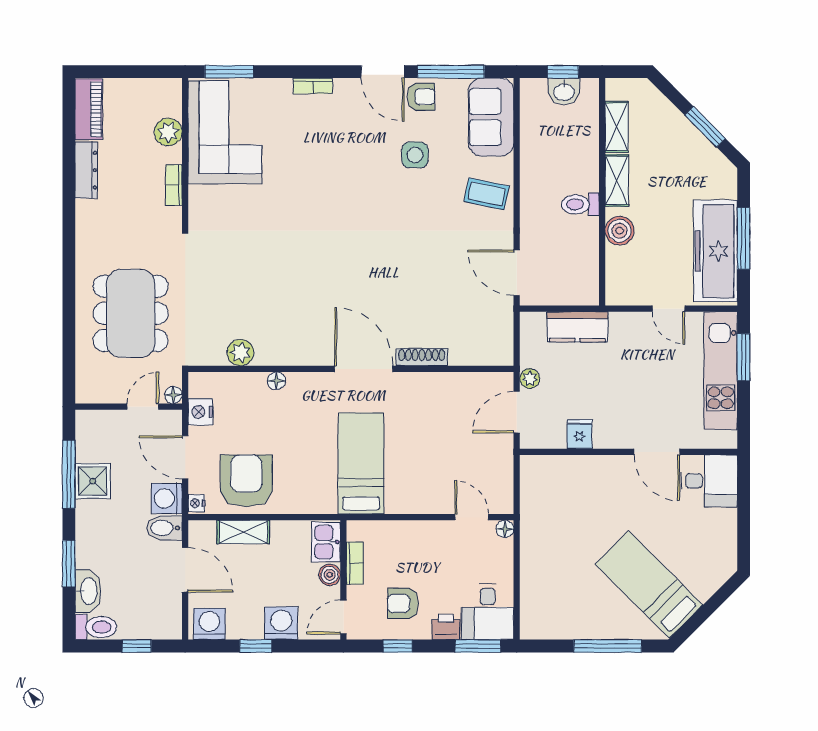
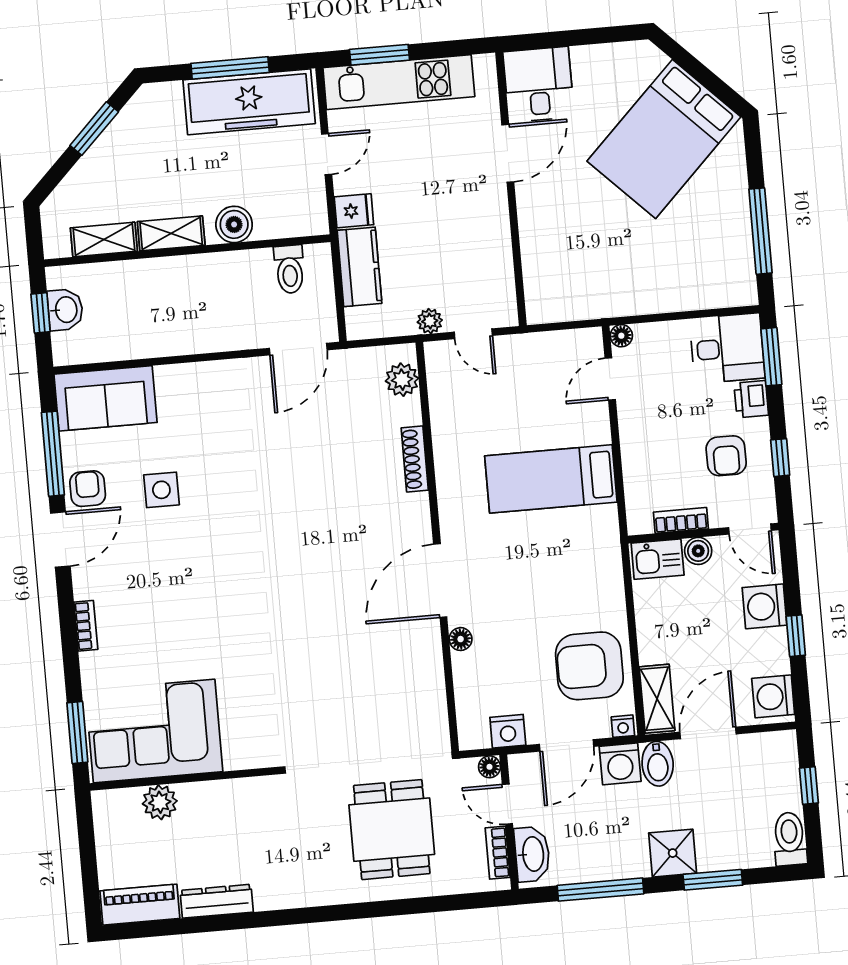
bookcase: (174, 185) -> (498, 853), moved, turned 90
coffee table: (487, 194) -> (203, 396), removed
toilet: (580, 204) -> (290, 269), moved
dining table: (131, 313) -> (392, 830), width x0.73
plant: (240, 353) -> (402, 380), moved
door: (364, 369) -> (440, 581), moved
door: (517, 412) -> (473, 334), width x0.73
fridge: (580, 434) -> (354, 211), moved, turned 180
bed: (361, 463) -> (551, 479), moved
shower: (93, 481) -> (673, 853), moved
shelving: (243, 532) -> (657, 699), moved
bed: (649, 585) -> (664, 139), width x1.50
washbasin: (88, 591) -> (532, 854), moved, turned 90
window: (608, 646) -> (760, 231), moved

